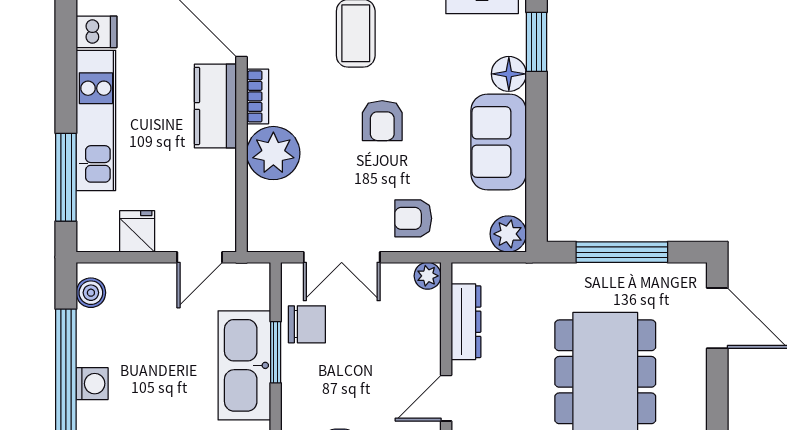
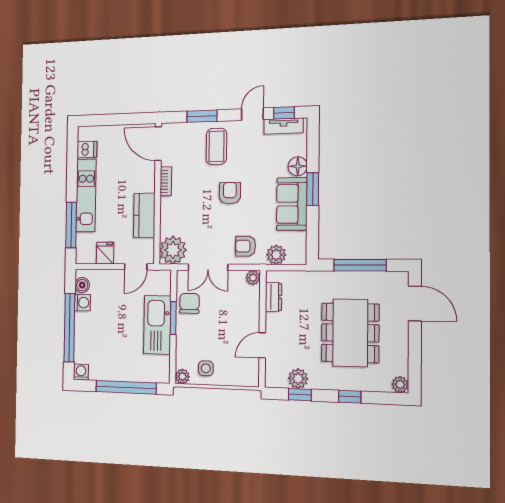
window: (537, 42) -> (313, 189), moved
kitchen counter: (215, 106) -> (144, 215), moved
armchair: (382, 121) -> (230, 193), turned 180
plant: (273, 153) -> (173, 250), moved
plant: (508, 234) -> (276, 255), moved
dresser: (466, 322) -> (274, 297), width x0.70
chair: (307, 324) -> (190, 303), turned -90
washing machine: (92, 384) -> (82, 303), moved

